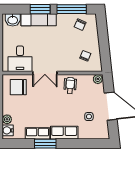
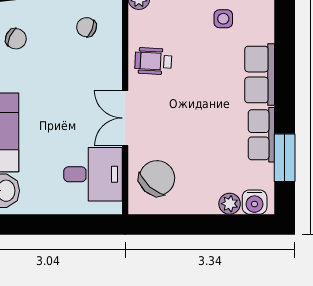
double door: (45, 73) -> (125, 118), swing flipped
chair: (18, 87) -> (157, 178), turned -138
window: (45, 144) -> (285, 158), moved

